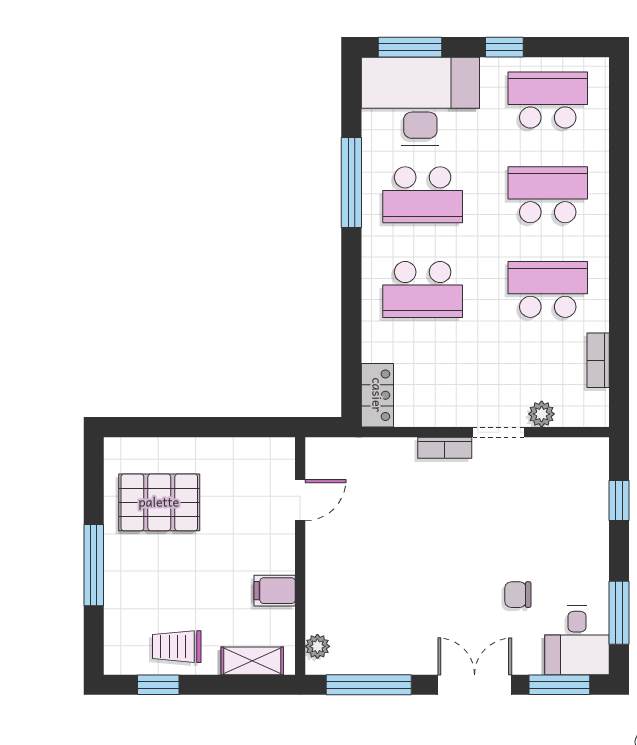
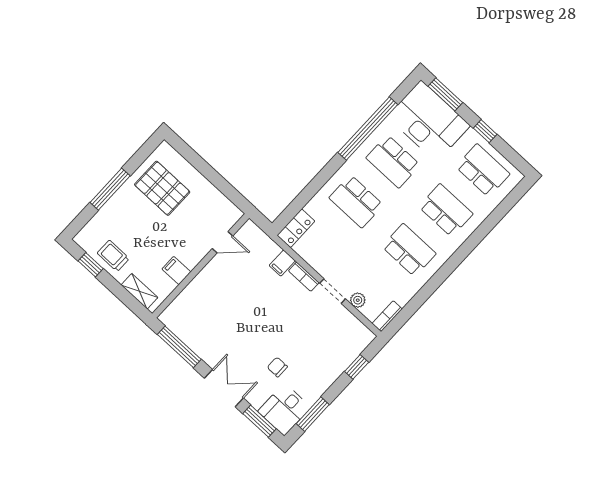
window: (351, 183) -> (368, 129), width x1.46
bookcase: (598, 360) -> (387, 316), moved
filing cabinet: (401, 456) -> (282, 263), added
plant: (317, 646) -> (173, 311), removed

